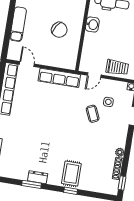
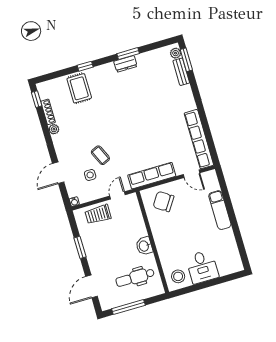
chair: (59, 30) -> (163, 201), moved
rug: (71, 174) -> (79, 88), moved

